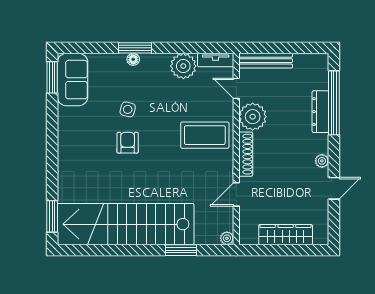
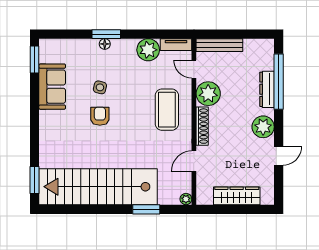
sofa: (73, 80) -> (52, 87), moved
coffee table: (205, 135) -> (167, 110), turned 90
plant: (322, 161) -> (263, 127), width x1.88, depth x1.88

